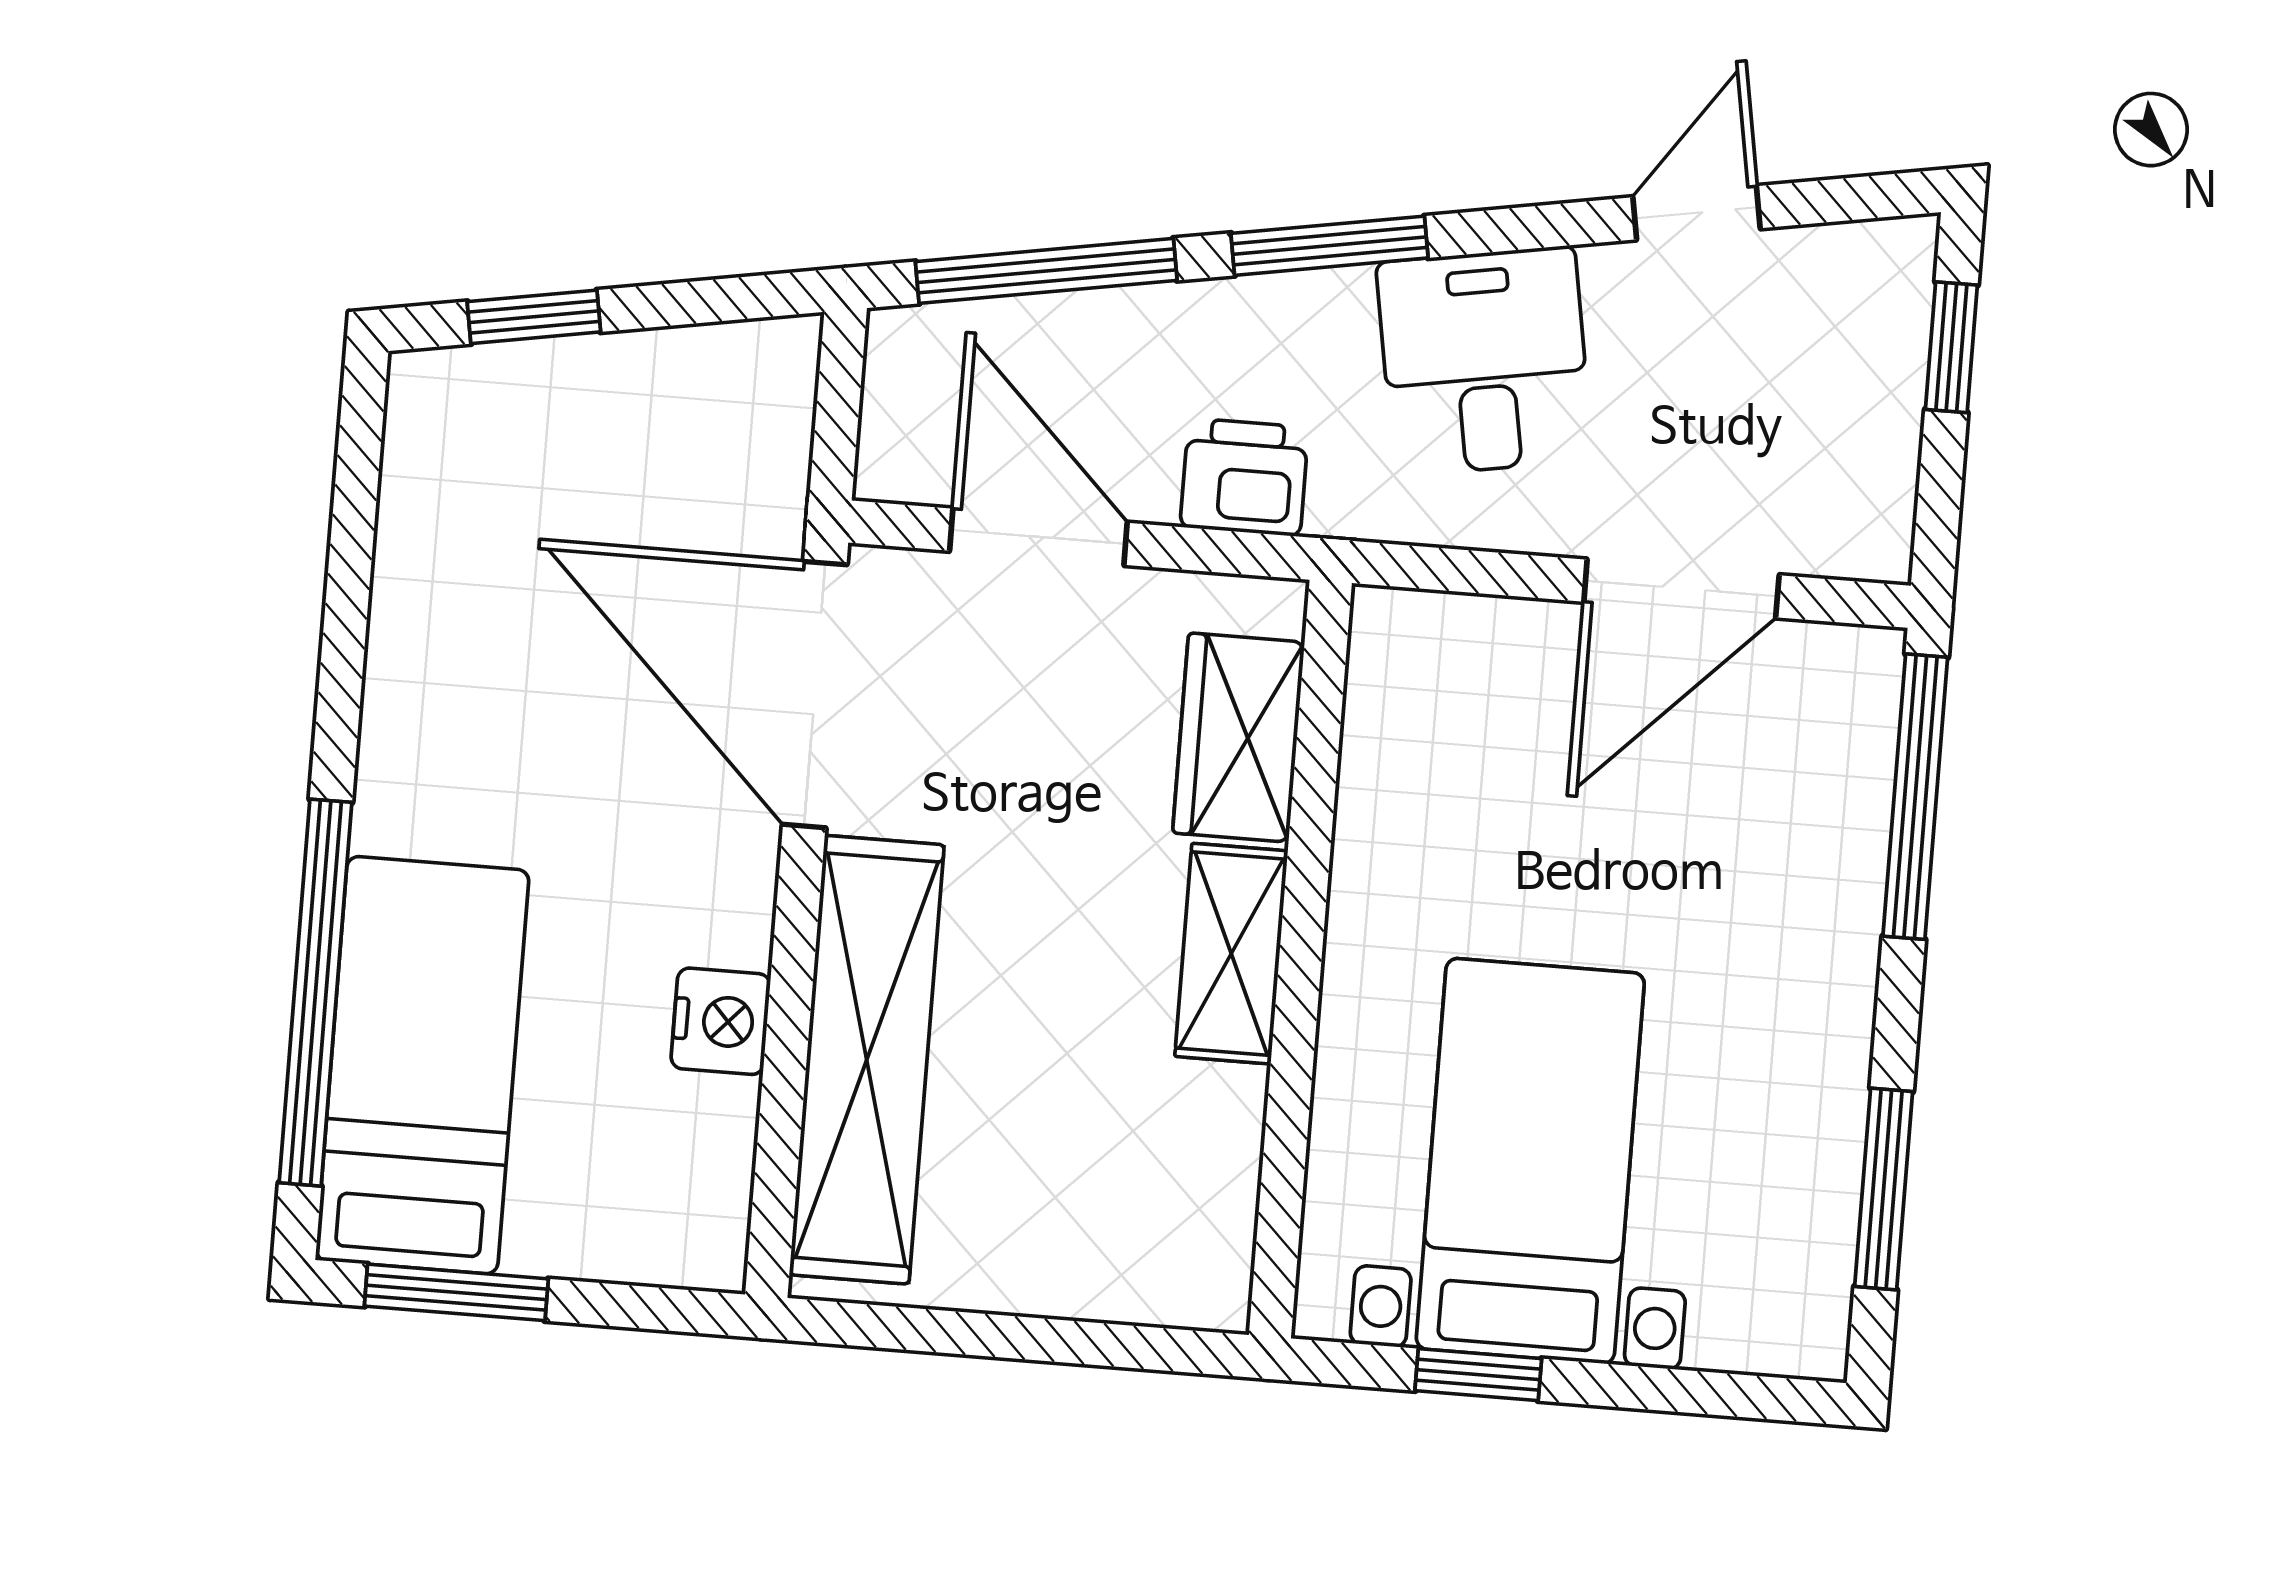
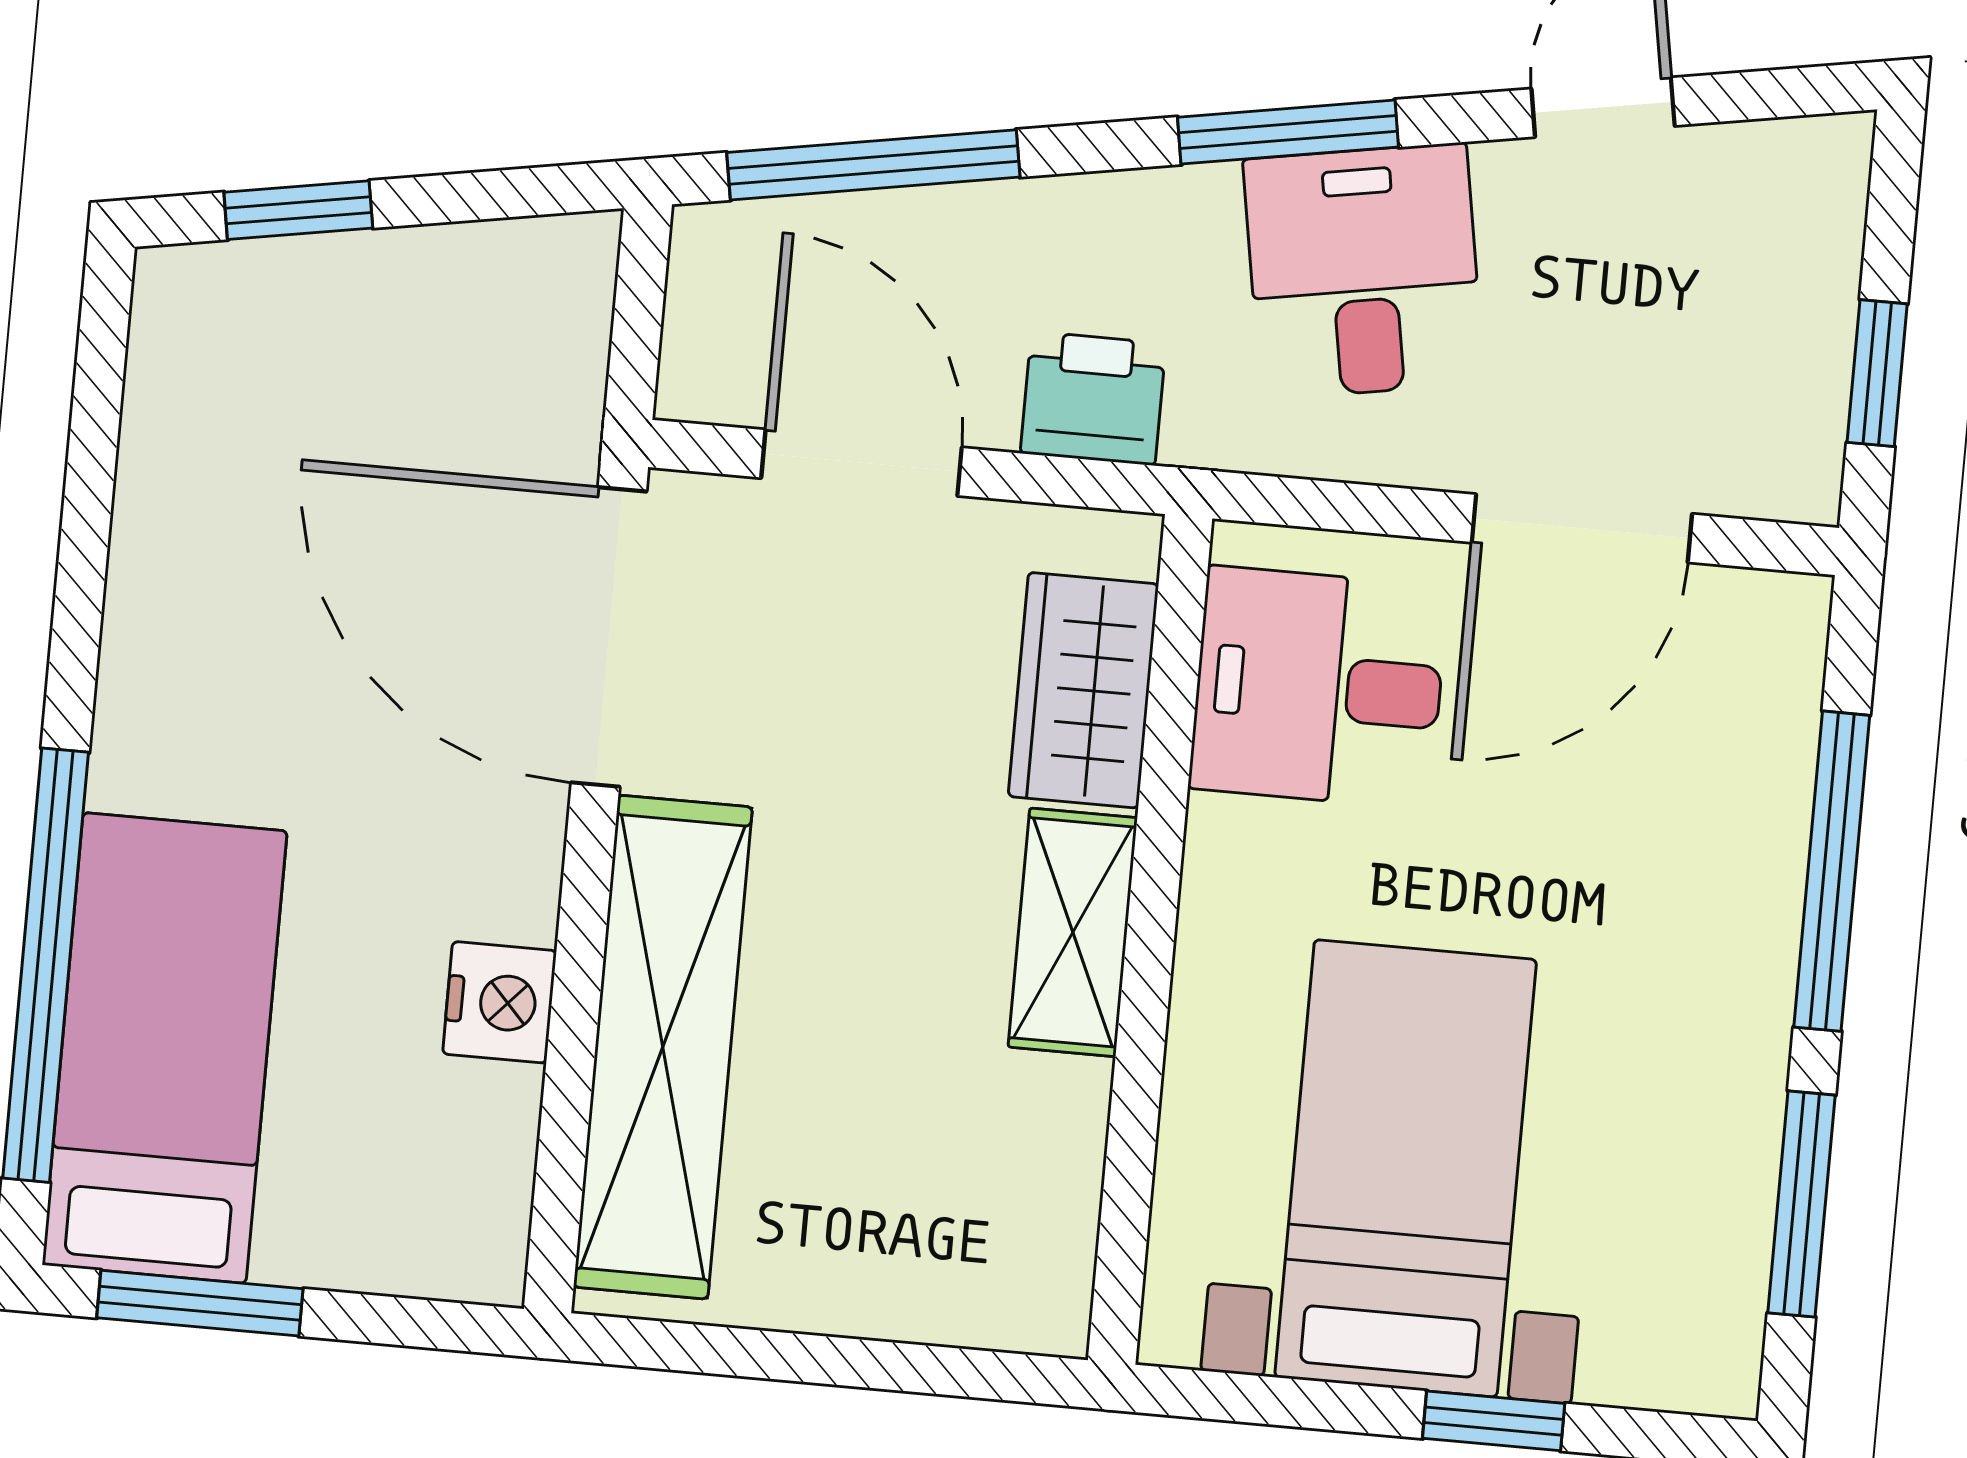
window: (1329, 246) -> (1288, 132), moved
window: (1951, 347) -> (1877, 373), moved
desk: (1448, 733) -> (1318, 687), added
window: (1915, 797) -> (1832, 871), moved
window: (1478, 1375) -> (1494, 1421), moved

